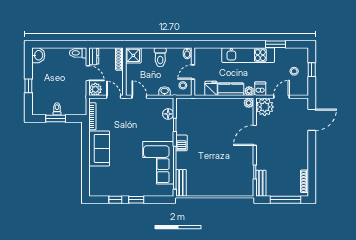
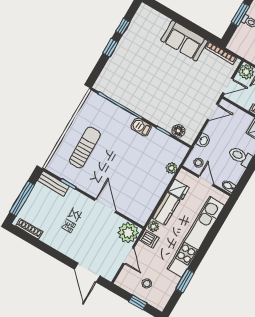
kitchen unit: (248, 55) -> (196, 237), width x1.36
plant: (249, 103) -> (172, 168), moved
corner sofa: (158, 163) -> (135, 92), removed
sun lounger: (221, 175) -> (85, 148), added
bench: (181, 183) -> (101, 103), removed

